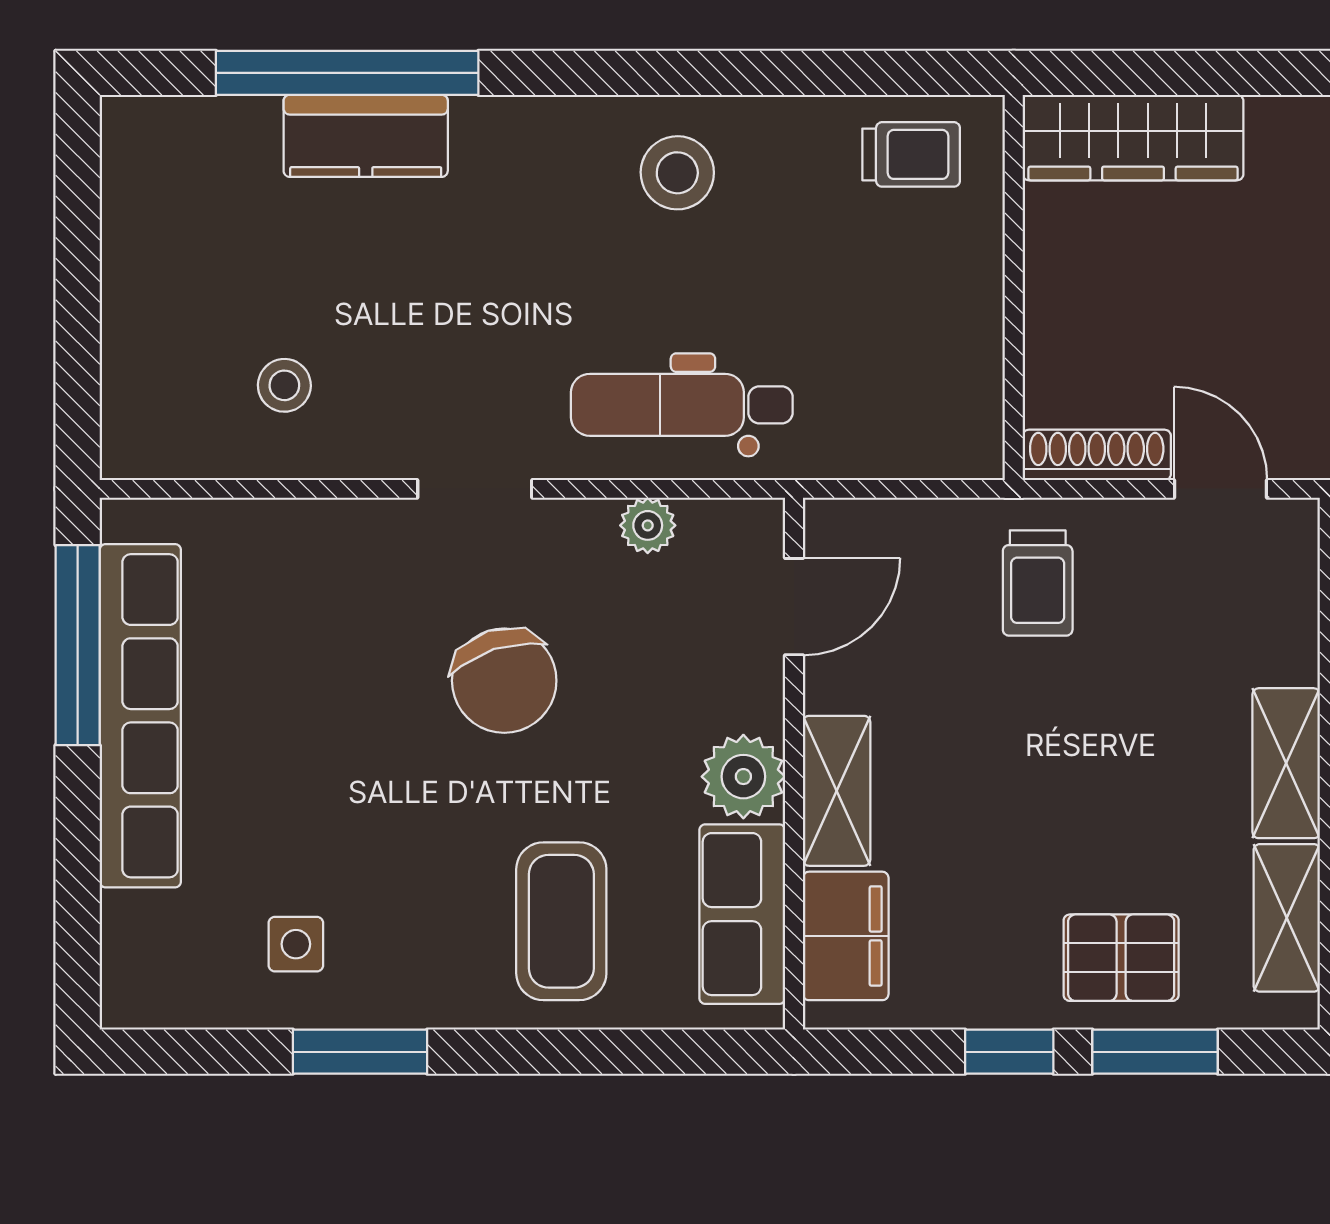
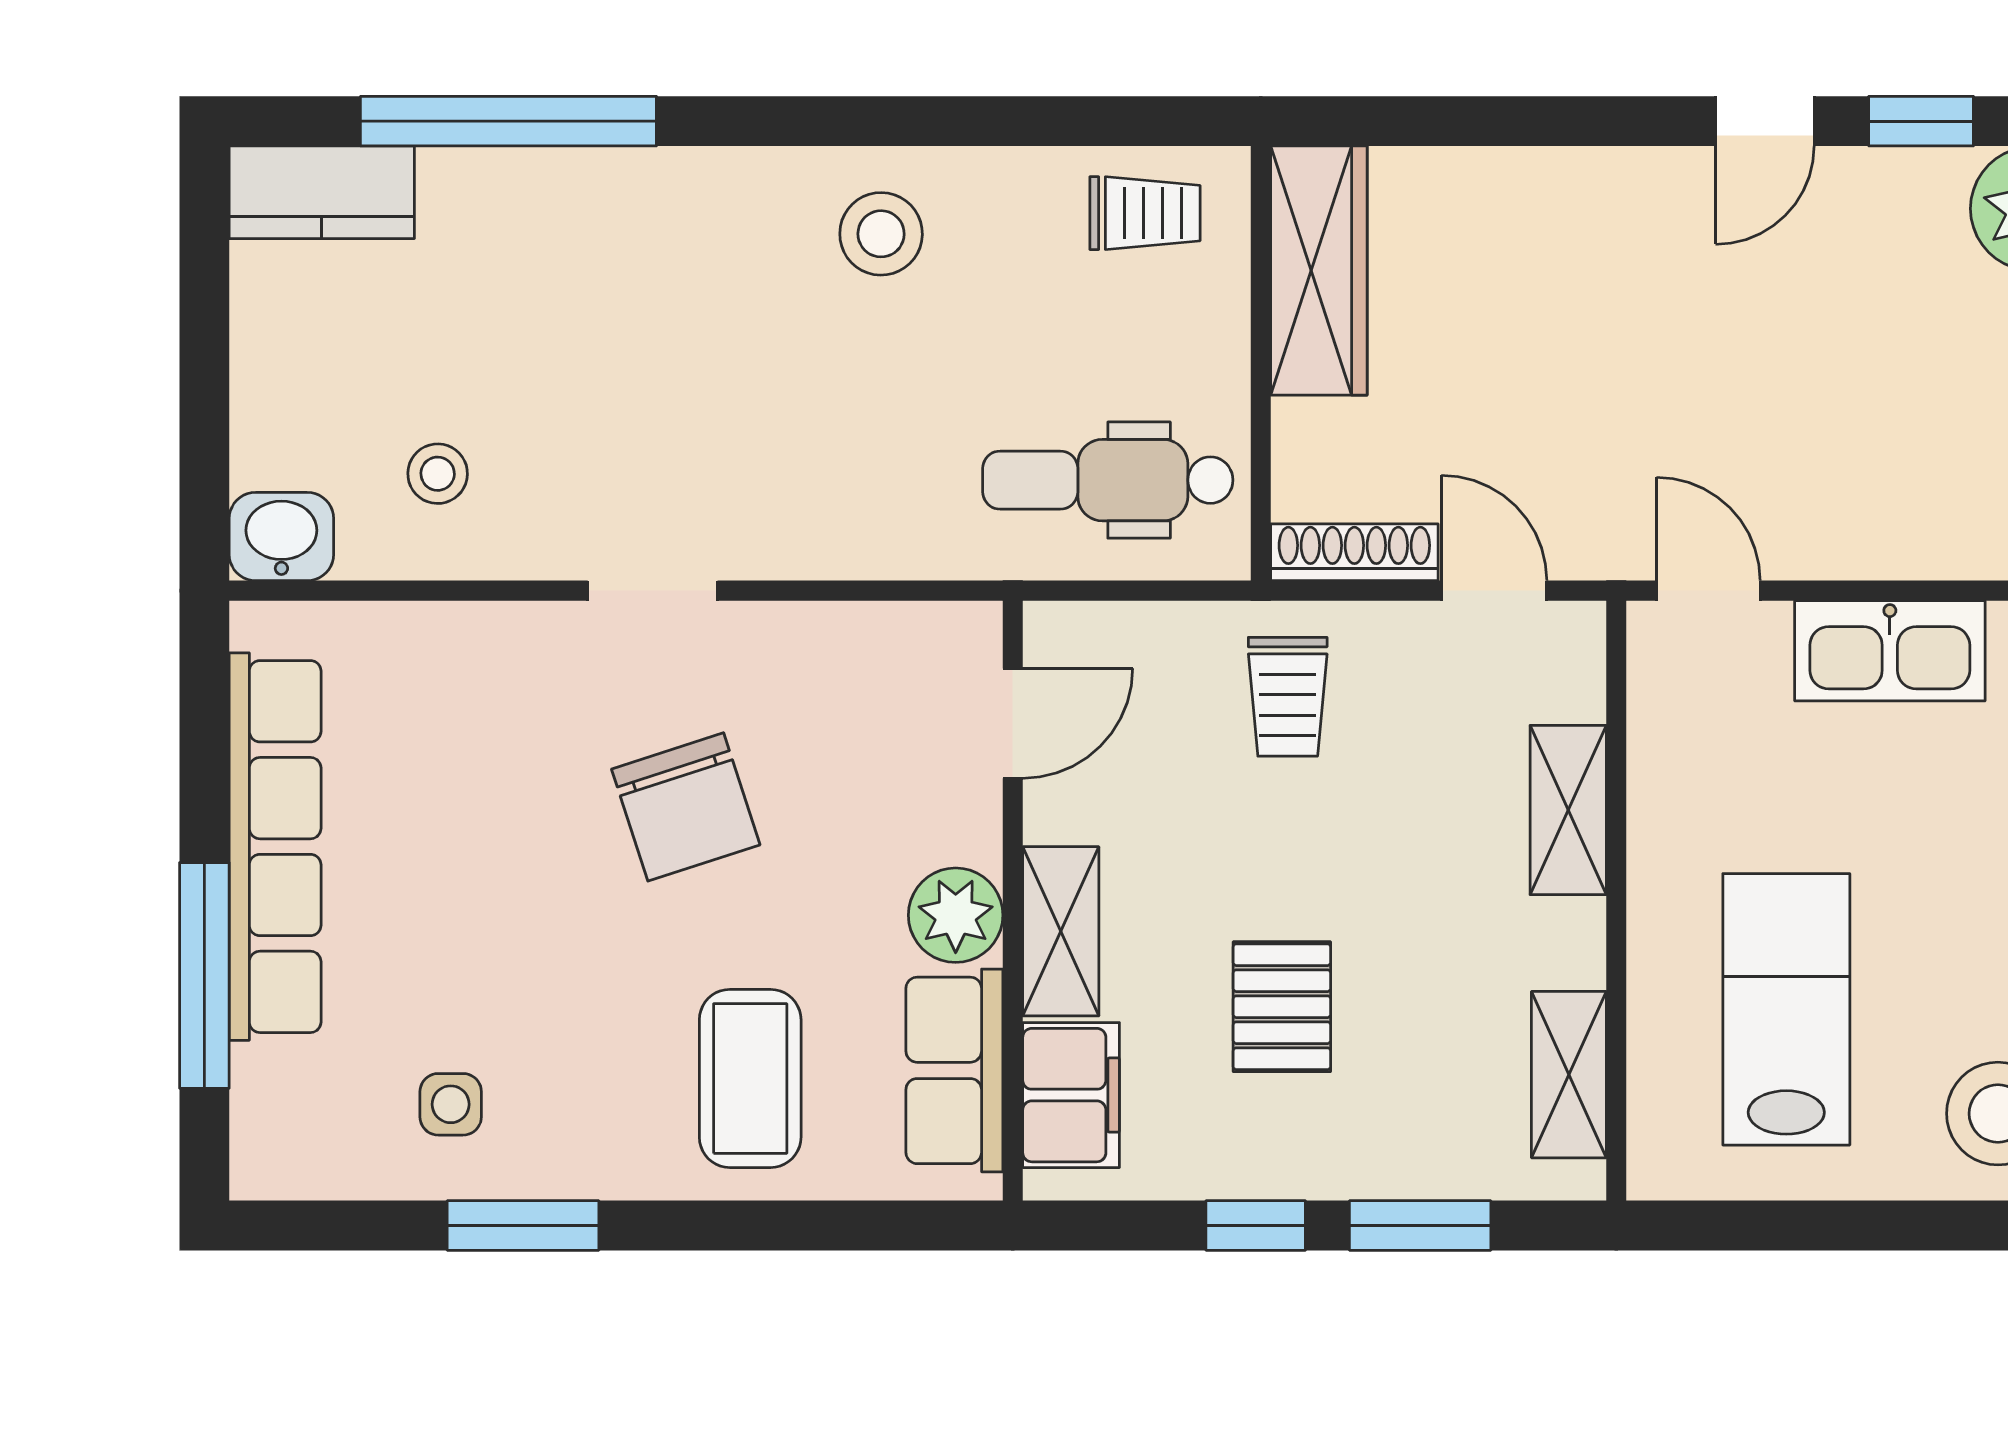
kitchen counter: (366, 136) -> (322, 192), moved
wardrobe: (1133, 138) -> (1319, 271), moved, turned -90
dental chair: (682, 405) -> (1108, 480), moved
washbasin: (146, 441) -> (281, 536), added
plant: (648, 525) -> (848, 632), removed
window: (78, 645) -> (204, 975), moved
shelving: (1286, 763) -> (1568, 810), moved
pallet: (1121, 958) -> (1282, 1007), moved, turned 90

